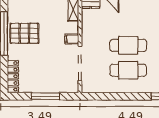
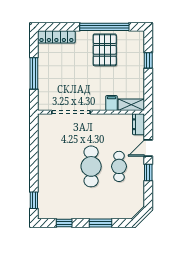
filing cabinet: (72, 39) -> (112, 103), moved
cafe table: (128, 70) -> (119, 166), moved, width x0.73, depth x0.74

